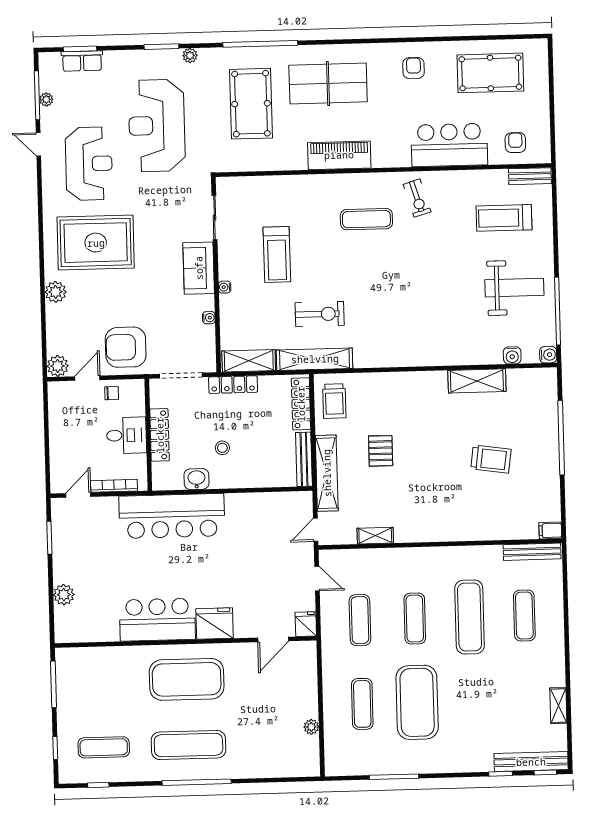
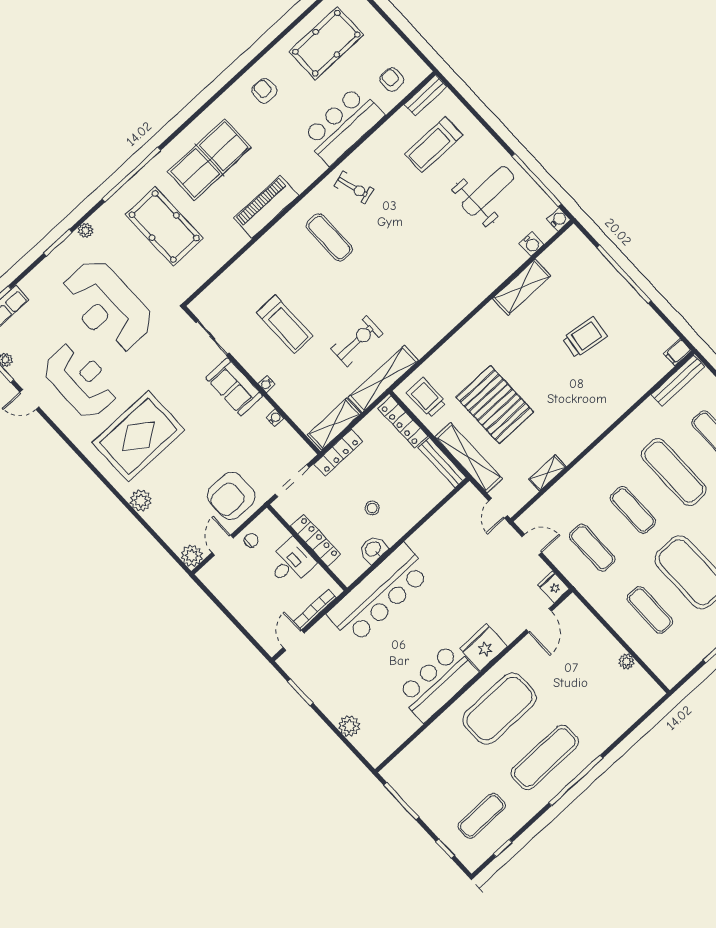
exercise mat: (366, 219) -> (329, 237), turned 90
trolley: (334, 401) -> (426, 398), turned 180
pallet: (381, 451) -> (495, 405), width x2.05, depth x2.00

